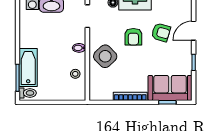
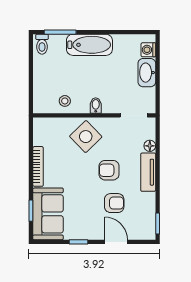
armchair: (161, 32) -> (114, 203), turned -106
bathtub: (28, 67) -> (89, 45), moved

